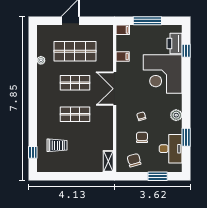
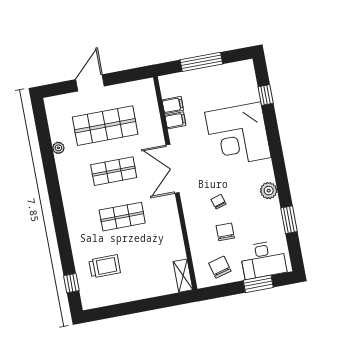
filing cabinet: (123, 30) -> (173, 105), moved
printer: (175, 43) -> (247, 88), removed
desk: (171, 149) -> (263, 260), moved, turned 90

